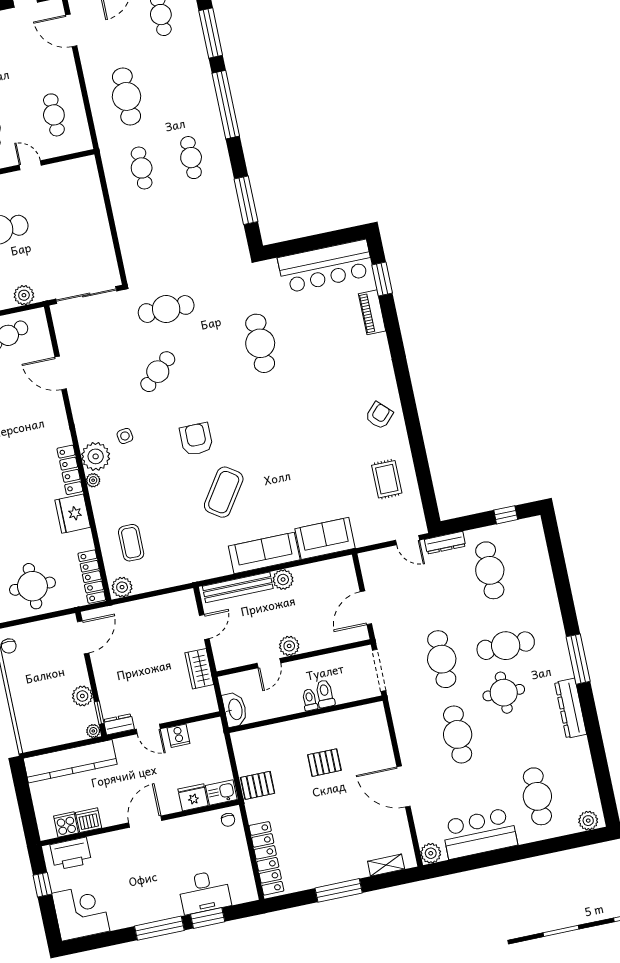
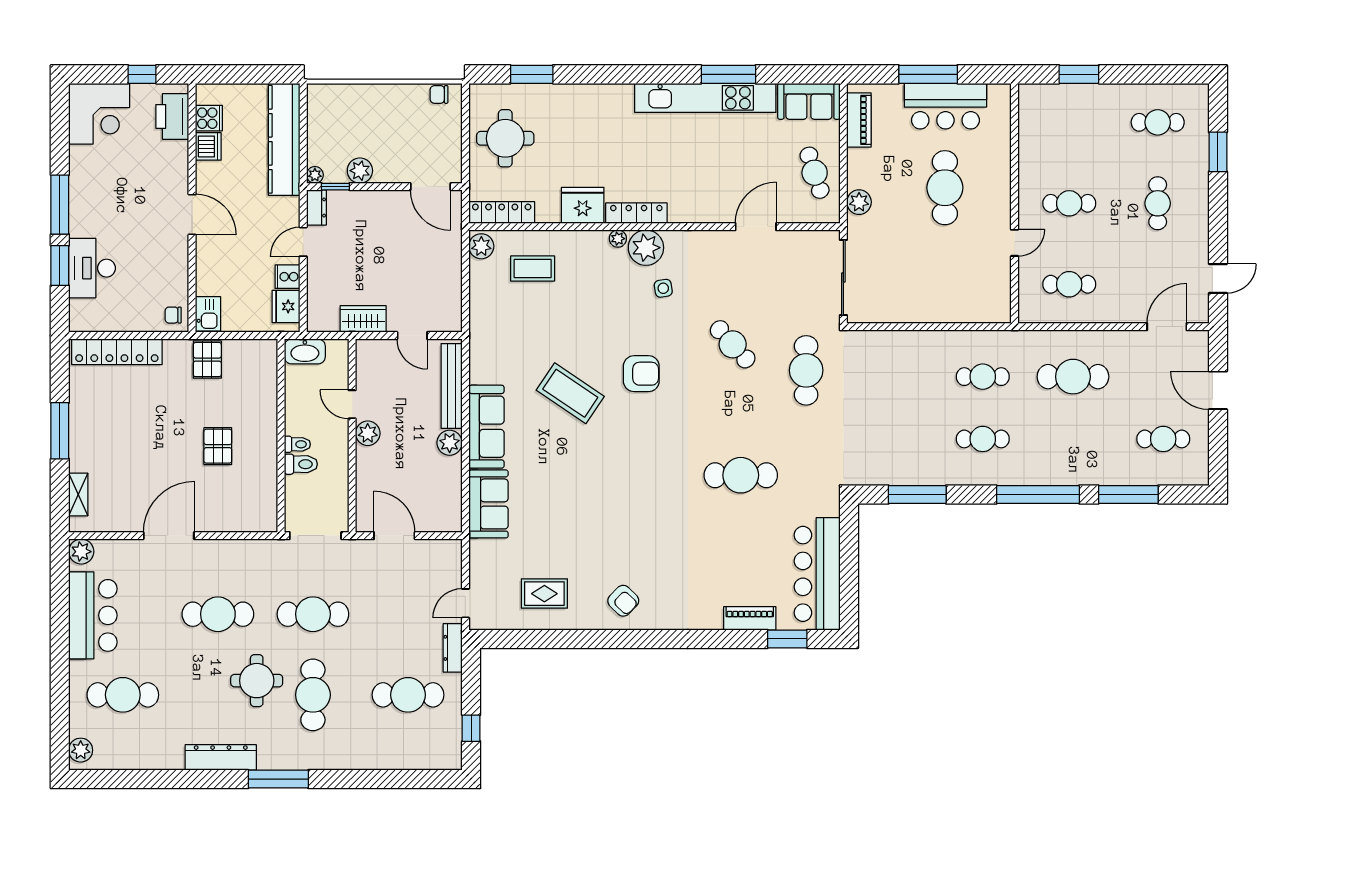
fridge: (193, 797) -> (286, 306), moved, turned 180

